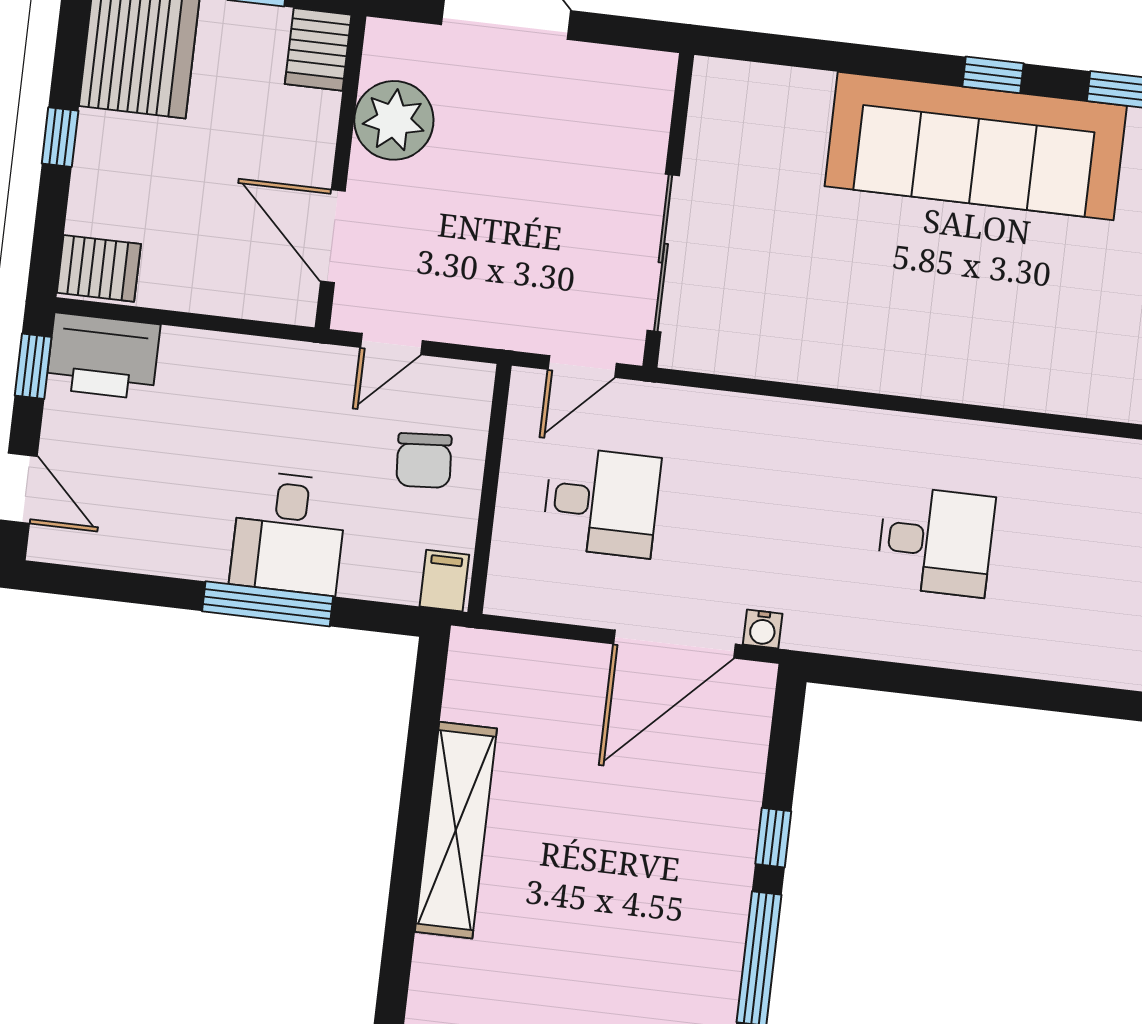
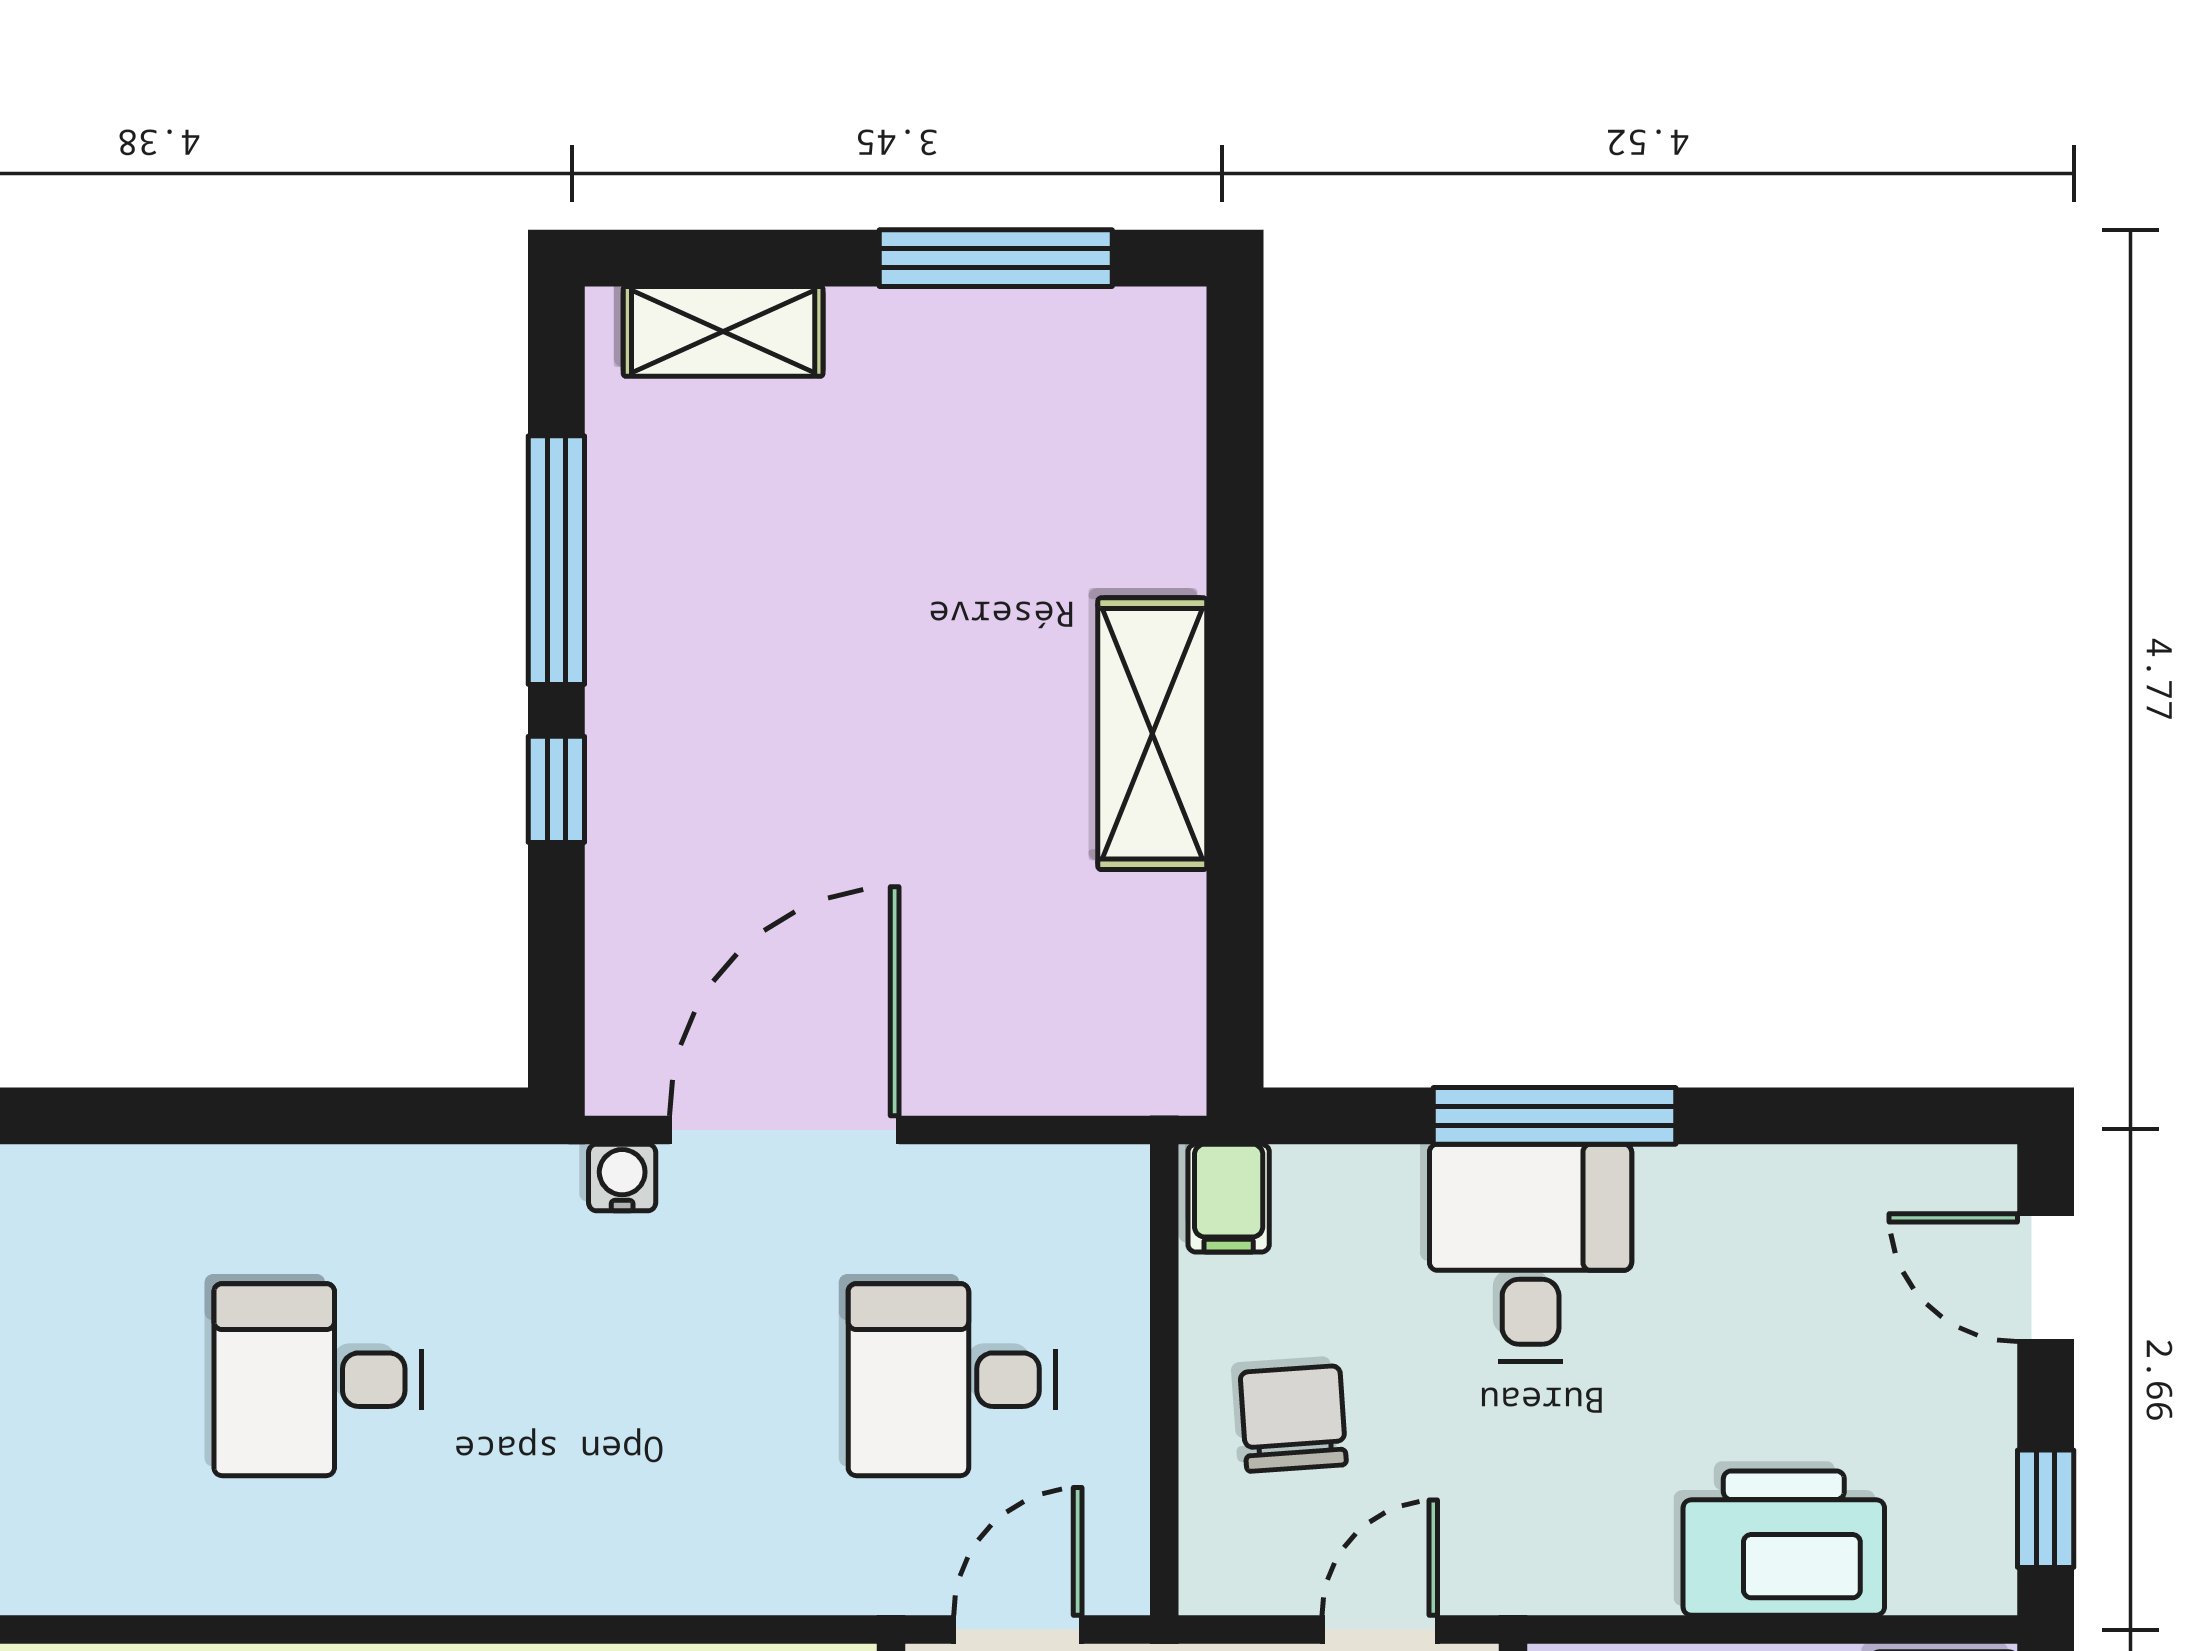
printer: (103, 356) -> (1784, 1543), moved
shelving: (456, 830) -> (1152, 734), width x0.68

